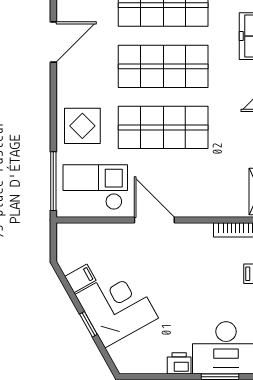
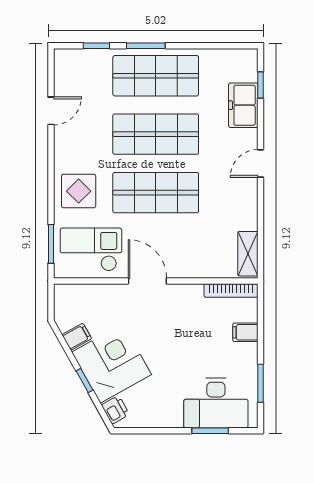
door: (53, 42) -> (51, 111), width x0.73
window: (53, 181) -> (51, 244), width x0.69
printer: (179, 363) -> (115, 410), moved, turned 61

